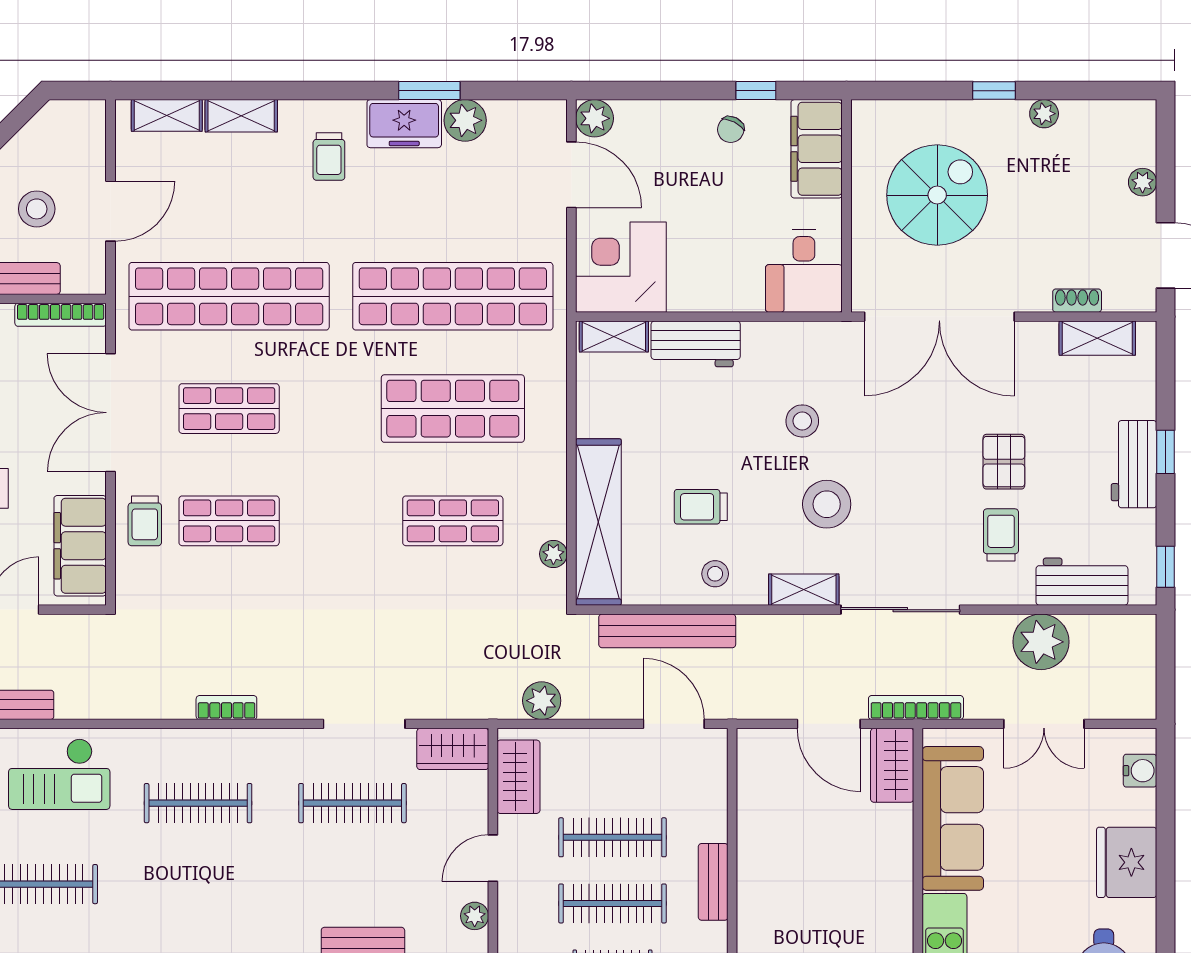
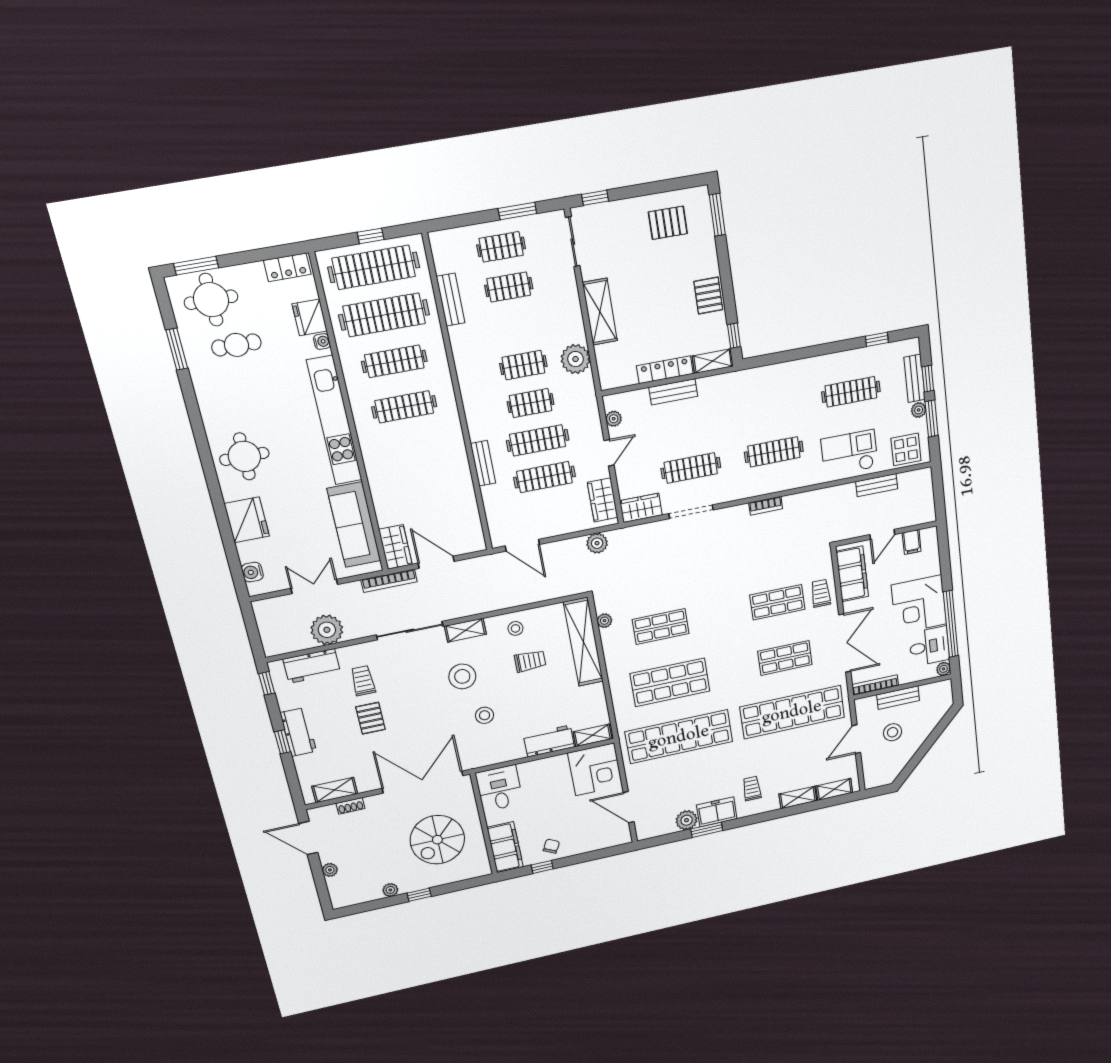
plant: (595, 118) -> (622, 836), removed
trolley: (1001, 535) -> (363, 681), turned 180
bench: (667, 631) -> (536, 594), removed

